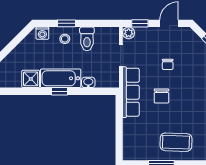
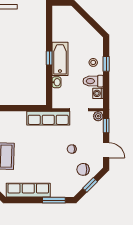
washing machine: (42, 33) -> (98, 93), moved
shower: (31, 79) -> (59, 34), removed
chair: (161, 96) -> (83, 169), moved

